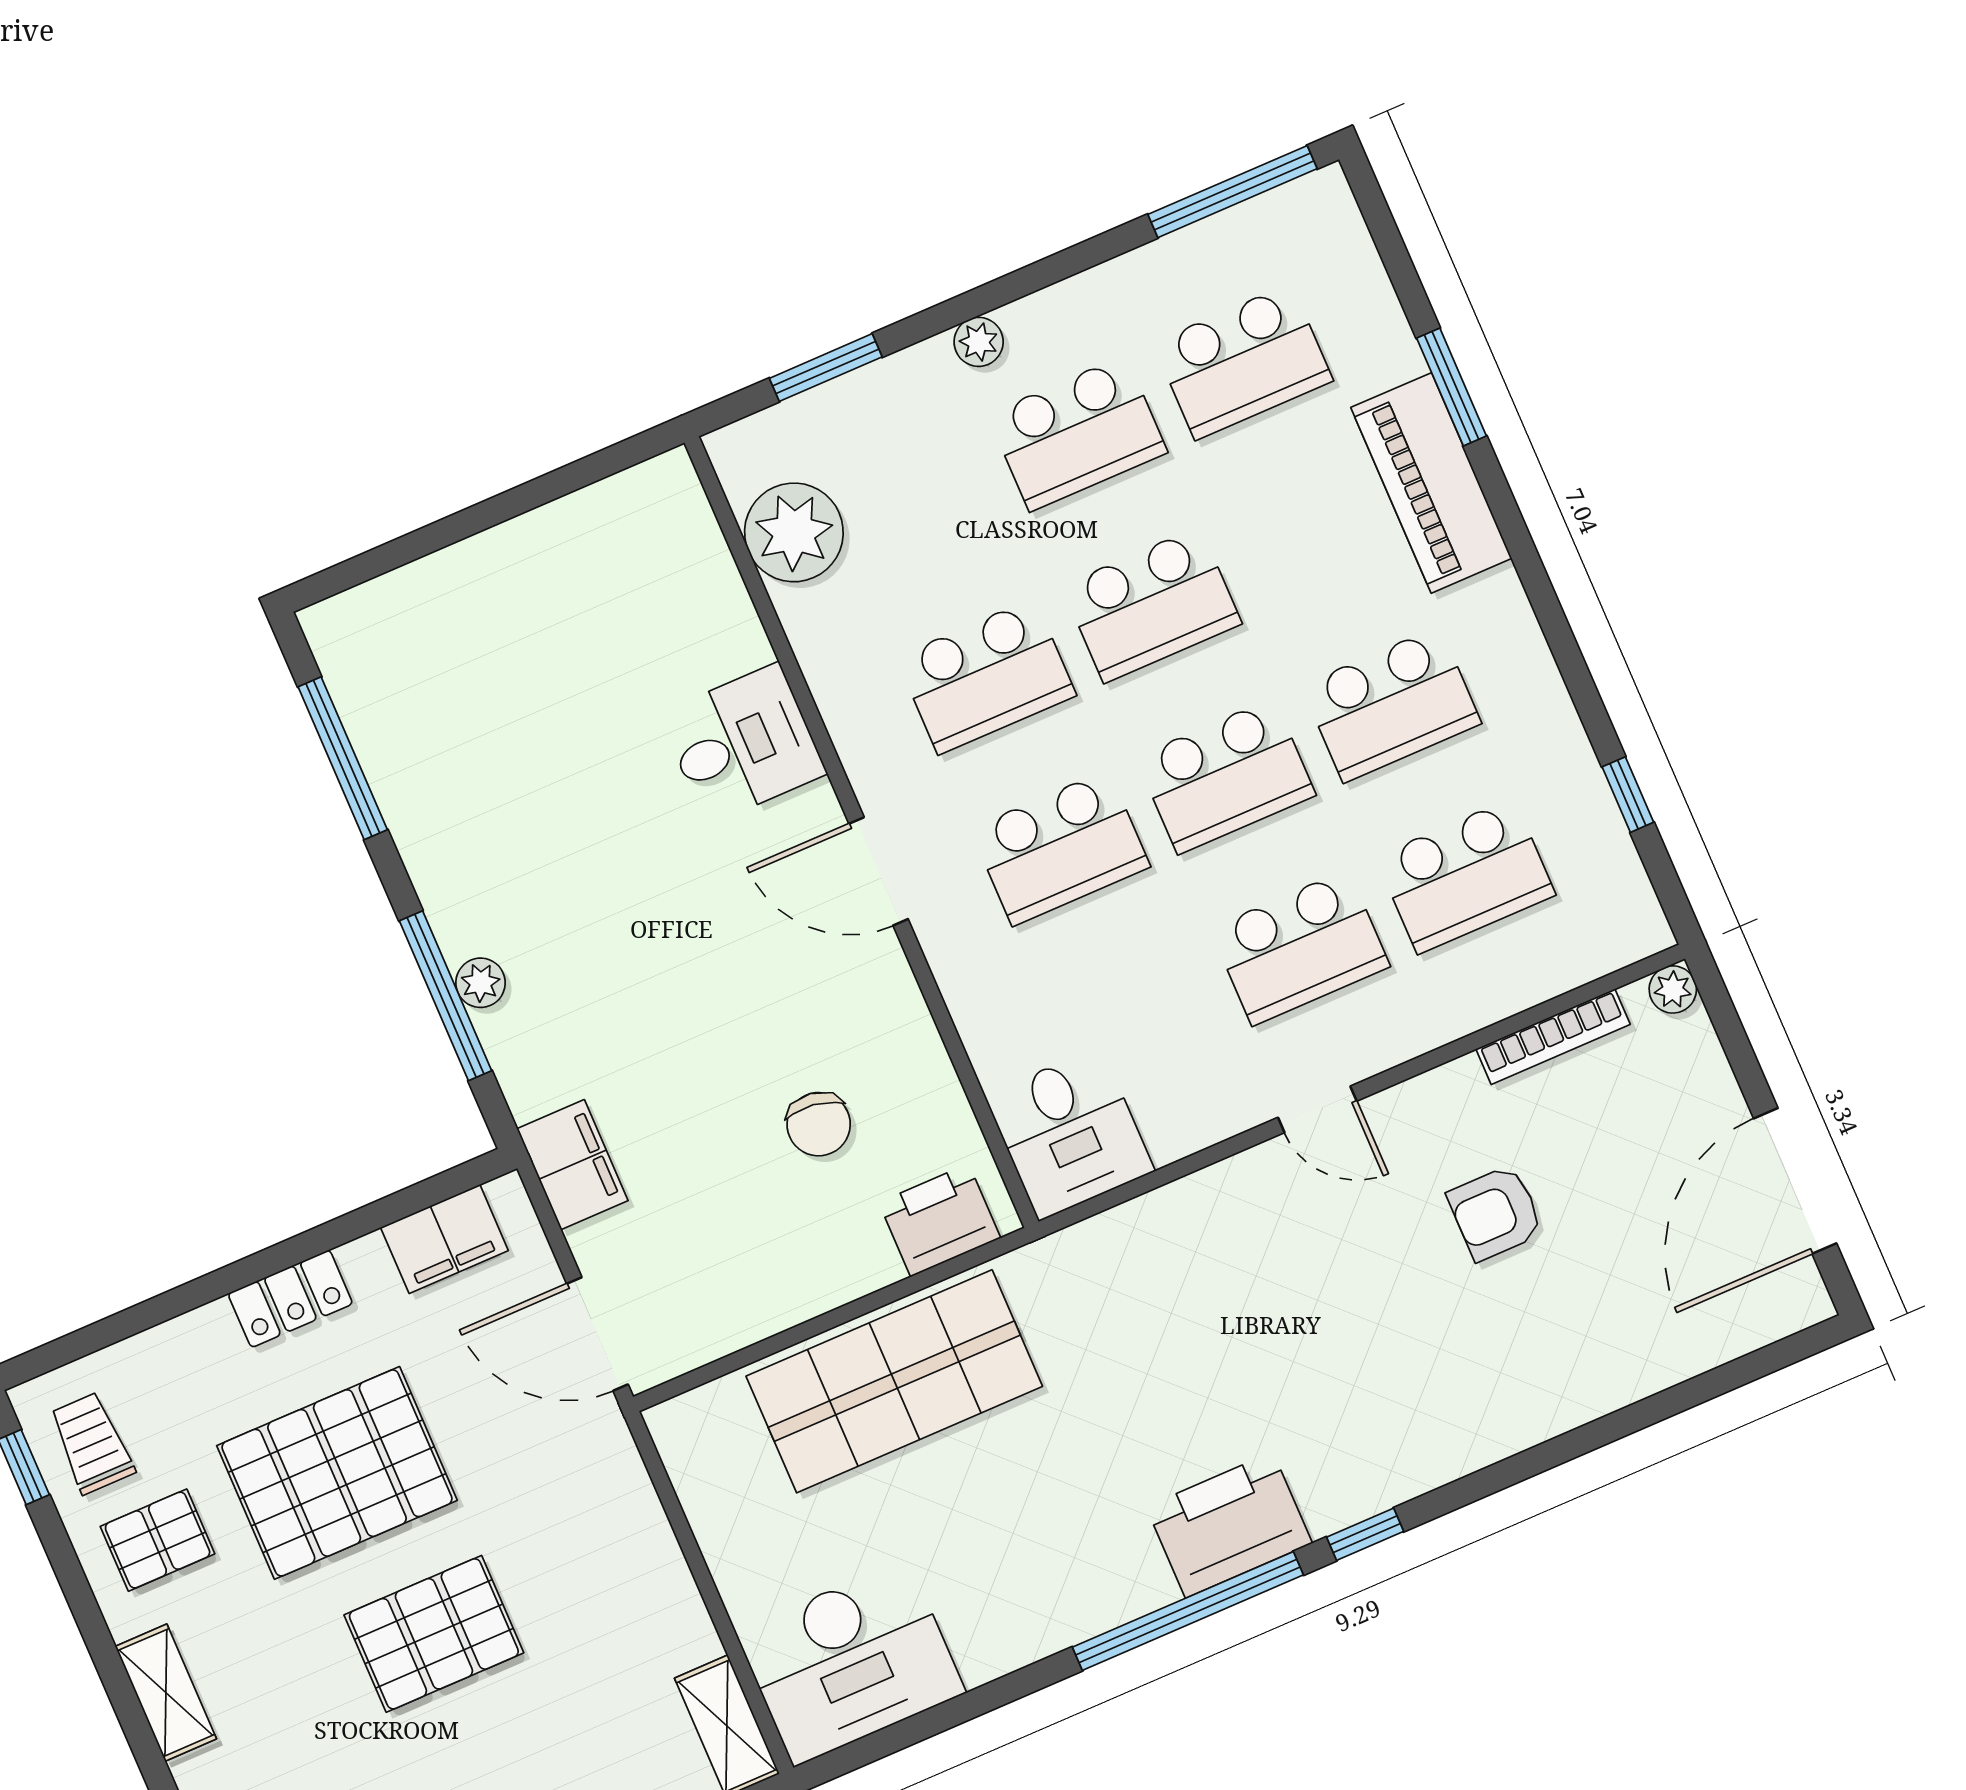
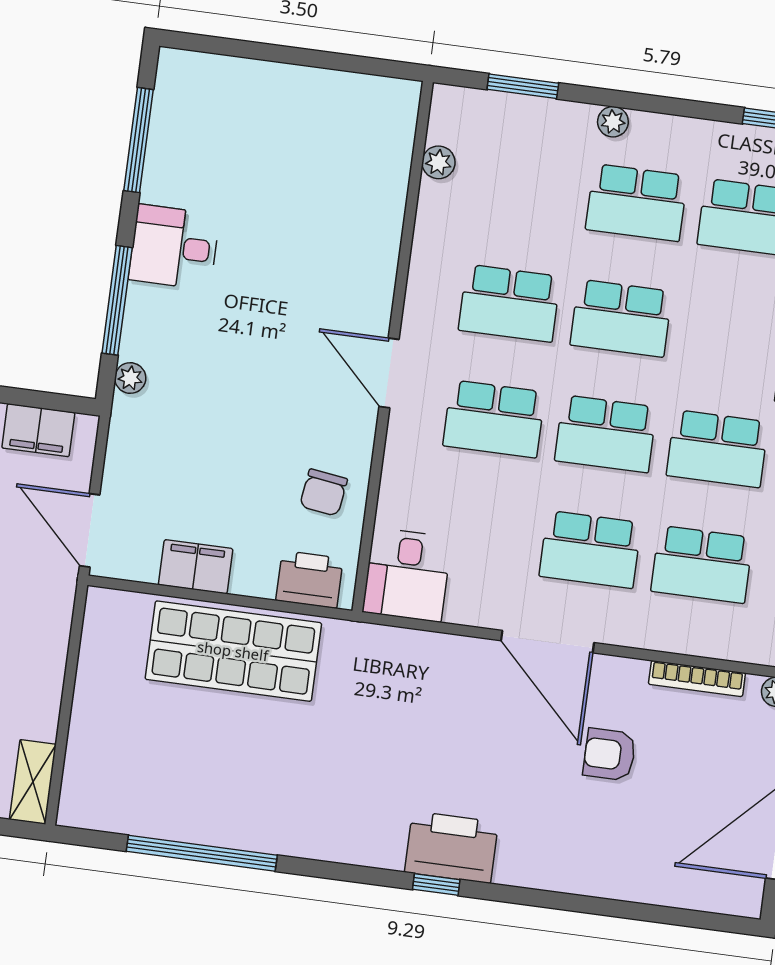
plant: (794, 532) -> (438, 162), width x0.53, depth x0.53
desk: (743, 744) -> (174, 247), moved, turned 180
plant: (481, 983) -> (130, 378), moved
door: (1317, 1109) -> (547, 642), width x1.87
chair: (819, 1124) -> (324, 492), moved
filing cabinet: (572, 1165) -> (196, 567), moved, turned -90
printer: (1229, 1525) -> (451, 847), moved
window: (1188, 1611) -> (202, 853), moved
desk: (851, 1662) -> (120, 788), removed

